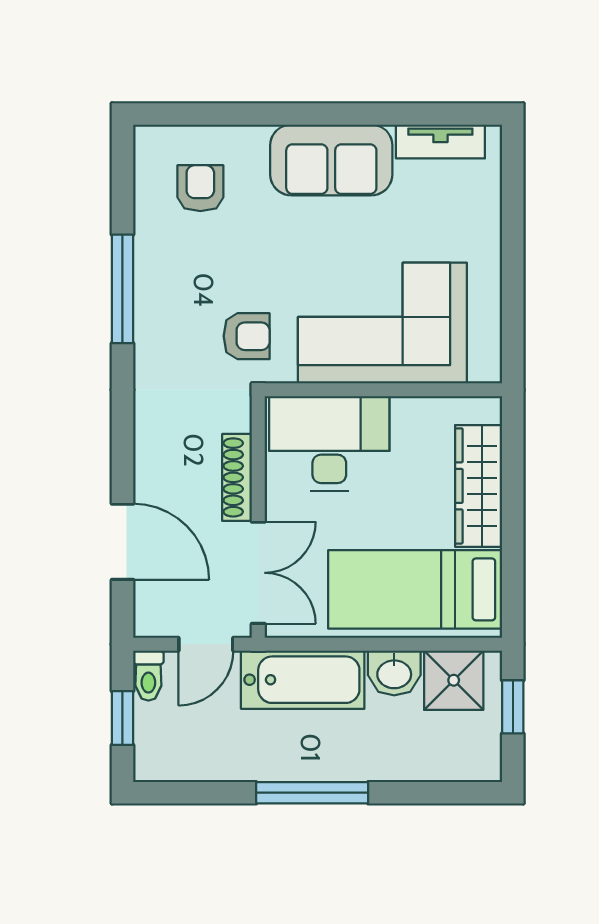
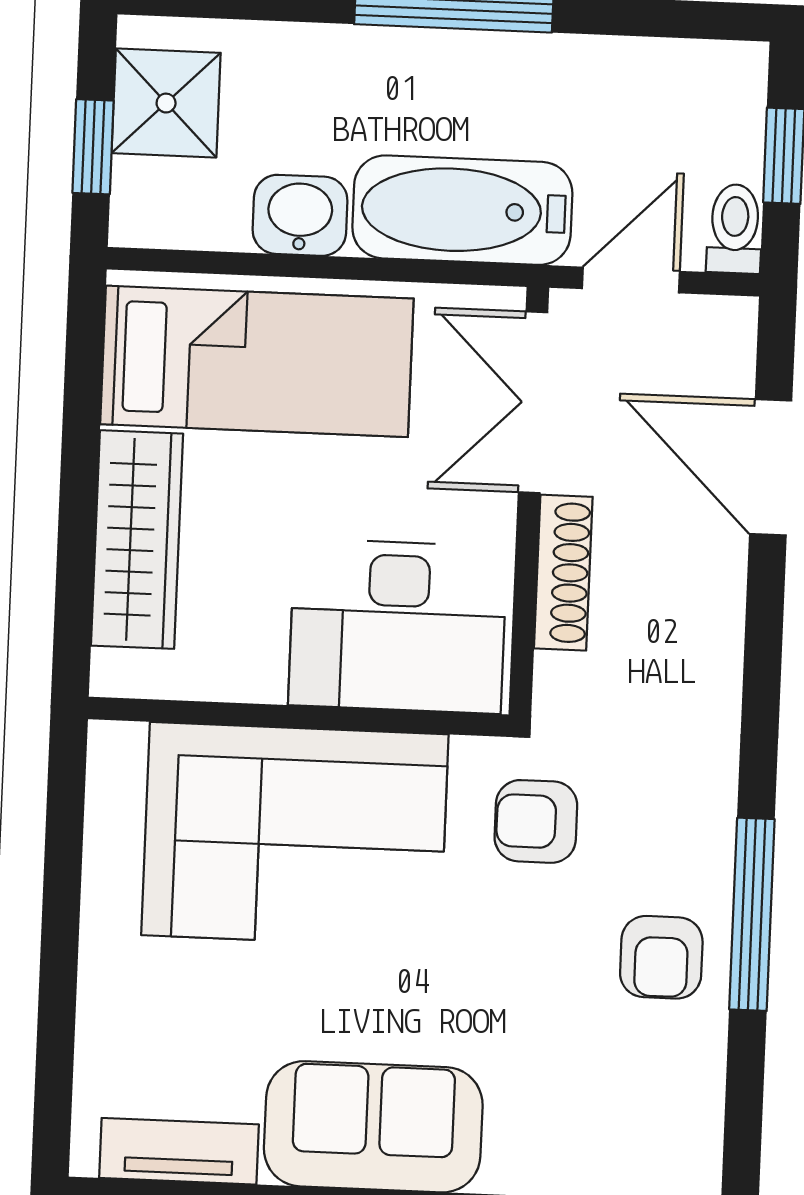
armchair: (200, 188) -> (661, 957), moved
shower: (454, 680) -> (166, 103), moved

